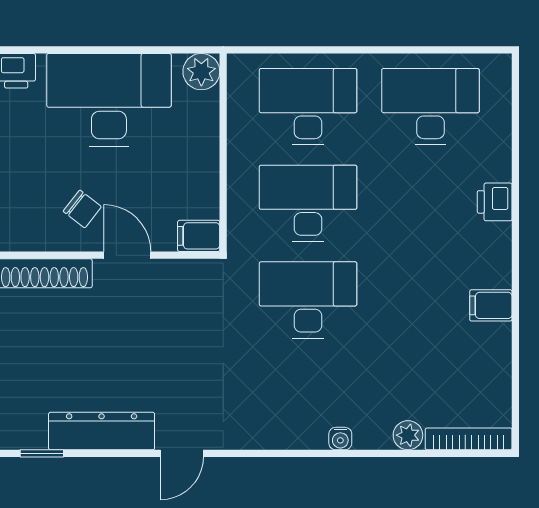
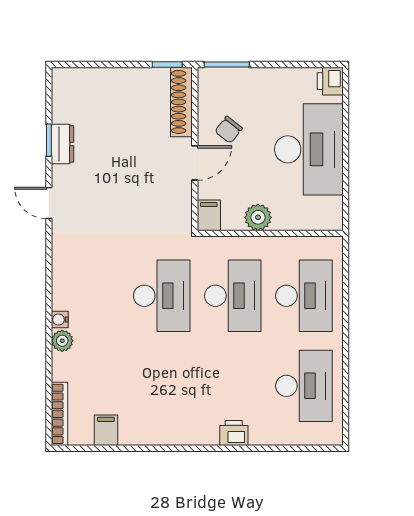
plant: (201, 72) -> (258, 217), moved
filing cabinet: (491, 305) -> (106, 430), moved
dresser: (102, 431) -> (63, 144), width x0.51, depth x0.80
plant: (408, 435) -> (62, 341), moved
window: (42, 453) -> (49, 140), moved

